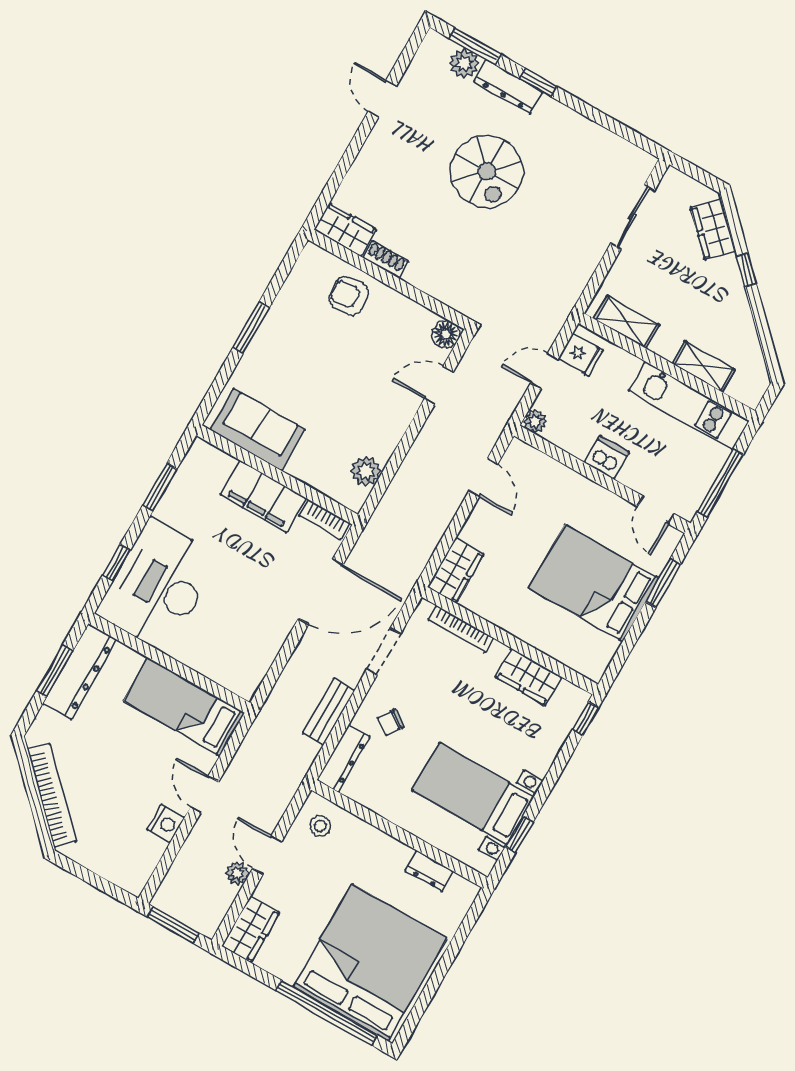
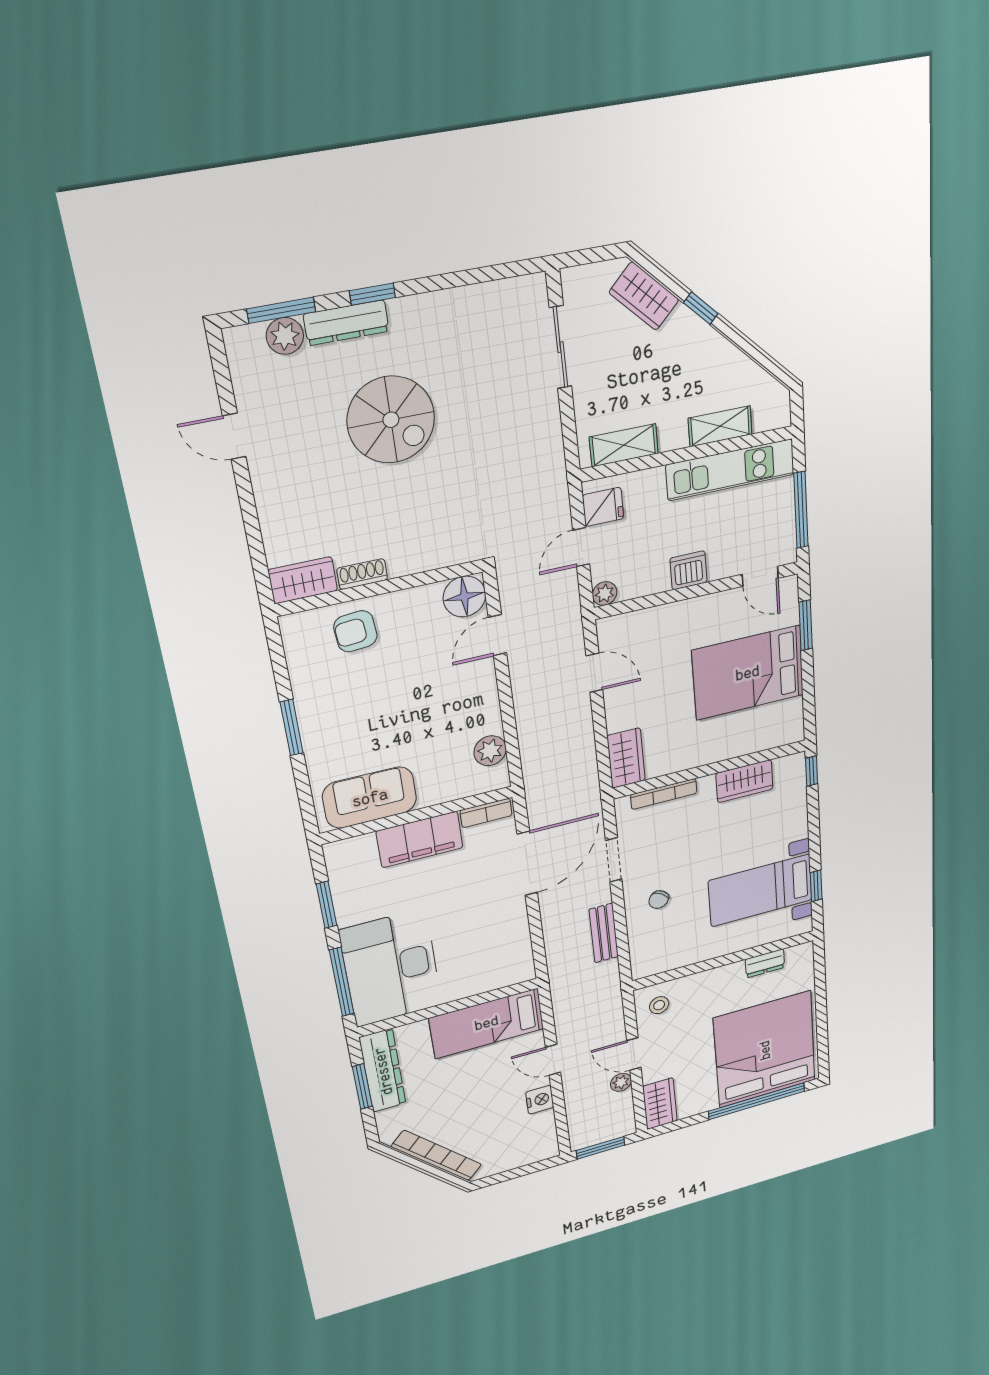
floor lamp: (446, 334) -> (464, 596), width x1.38, depth x1.38
window: (117, 563) -> (342, 982), width x2.17
dresser: (343, 759) -> (641, 952), removed

